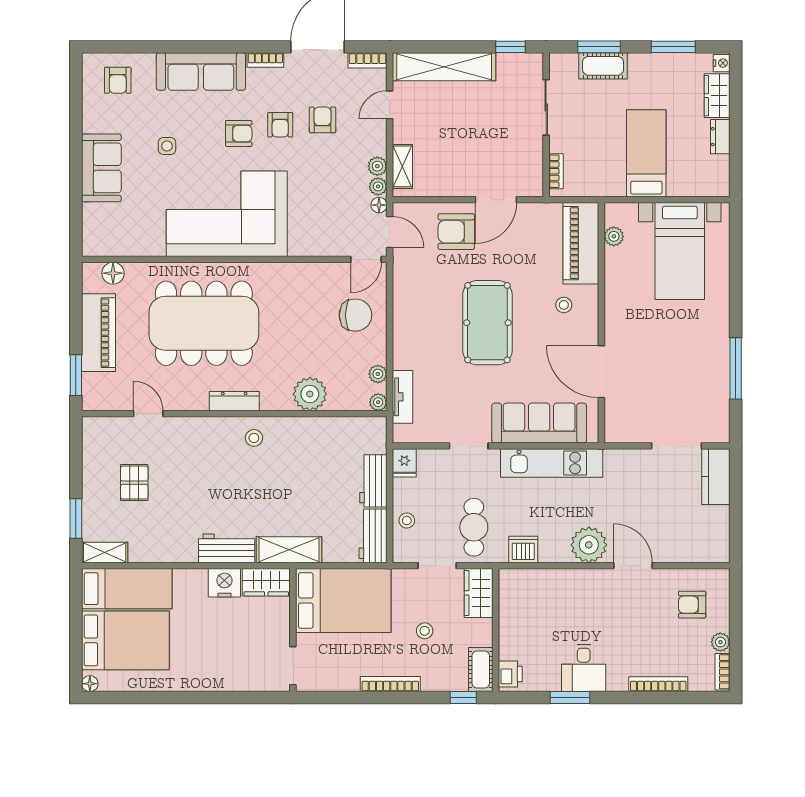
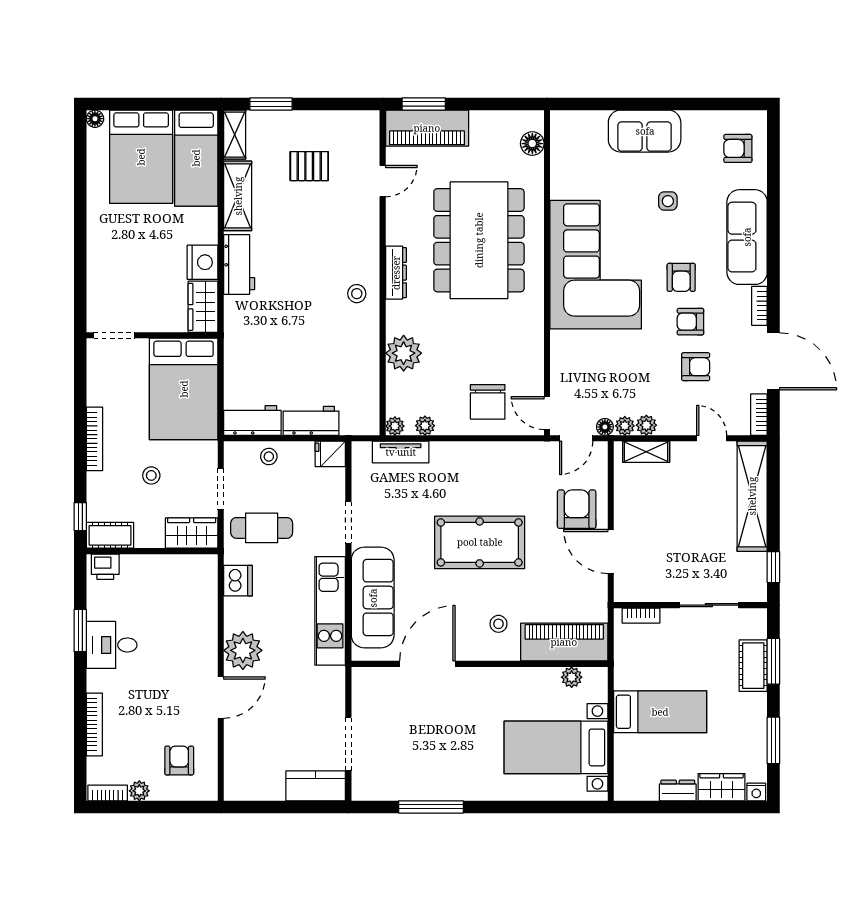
piano: (99, 333) -> (427, 128), moved
shelving: (289, 550) -> (238, 196), moved

